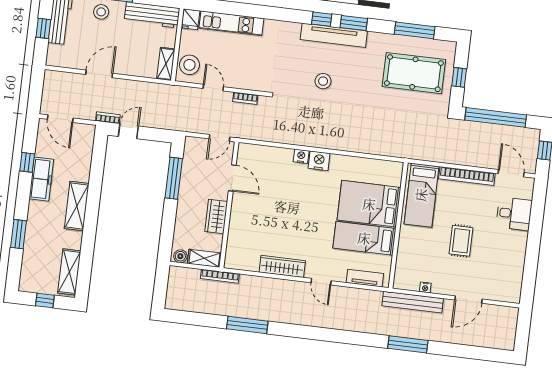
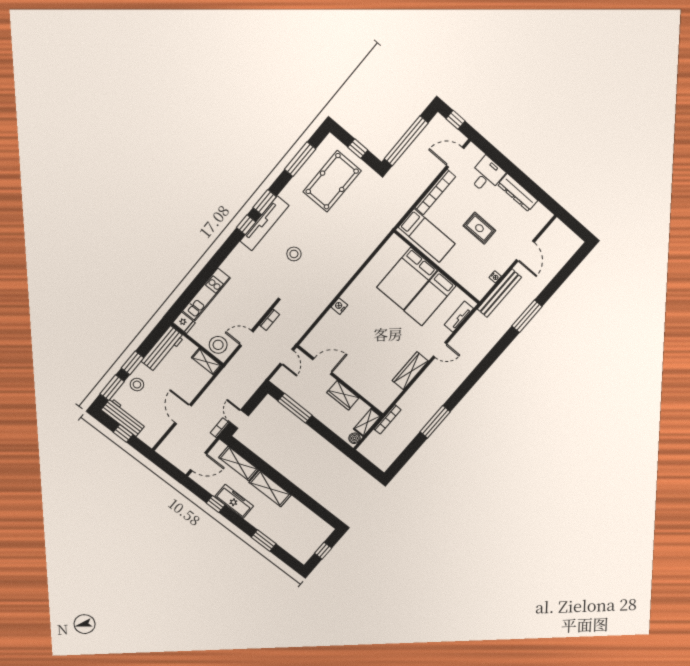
nightstand: (319, 161) -> (351, 295), removed
dresser: (517, 254) -> (518, 193), added
shelving: (69, 272) -> (239, 464), moved

